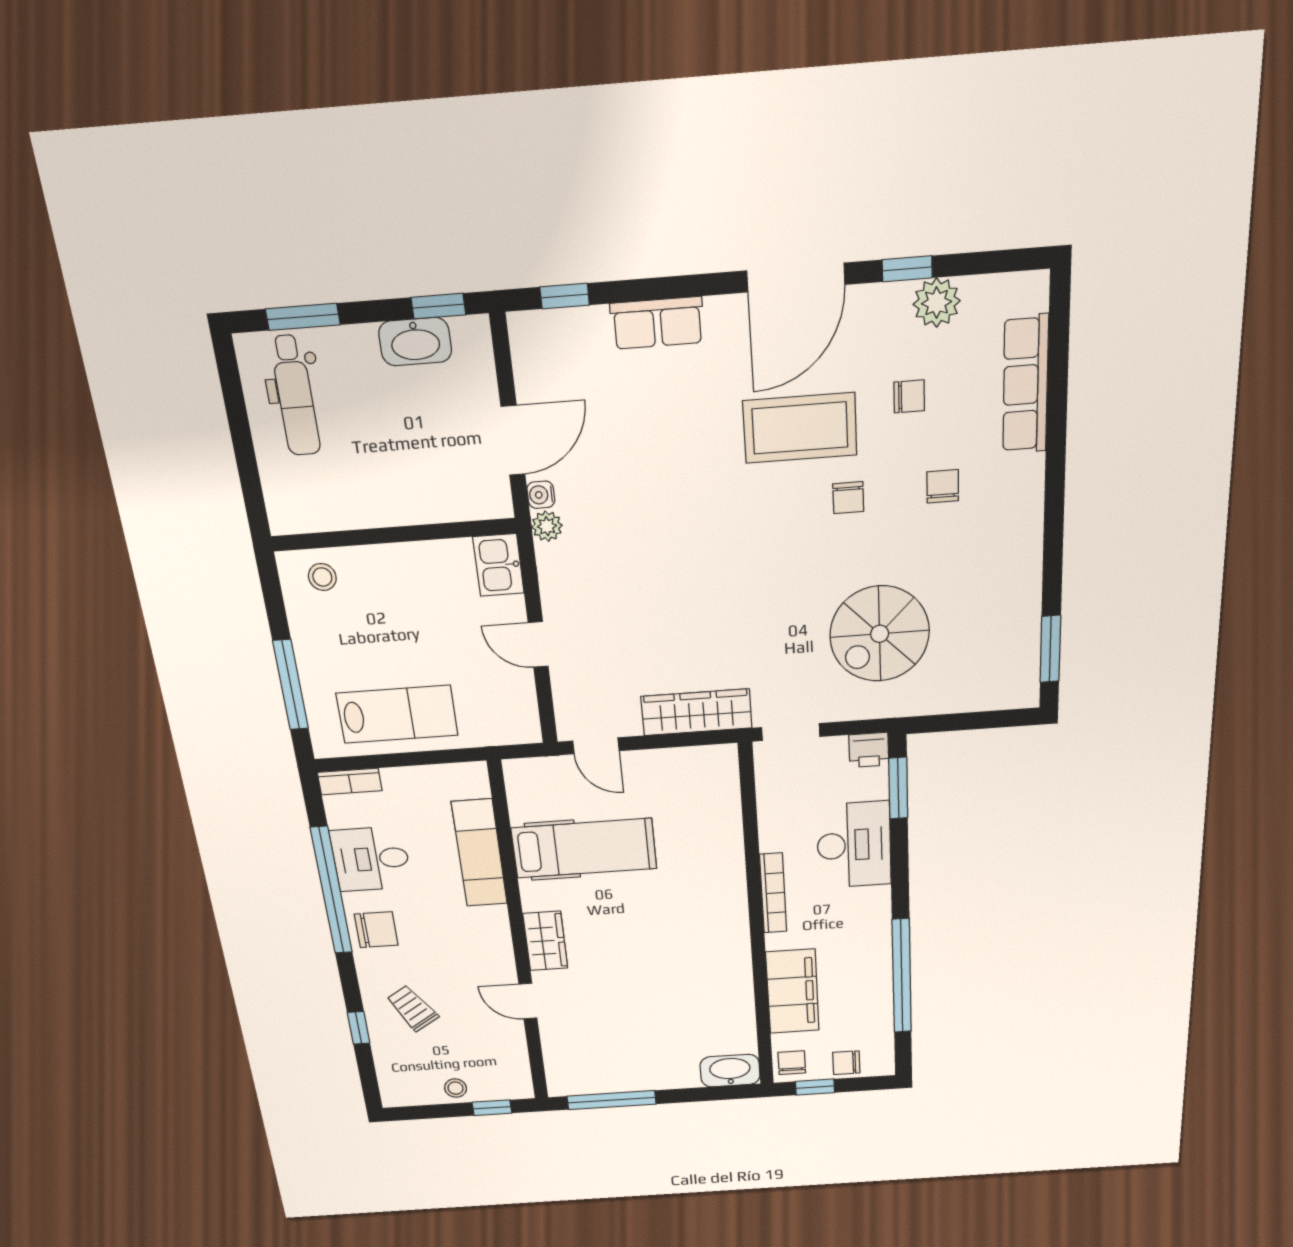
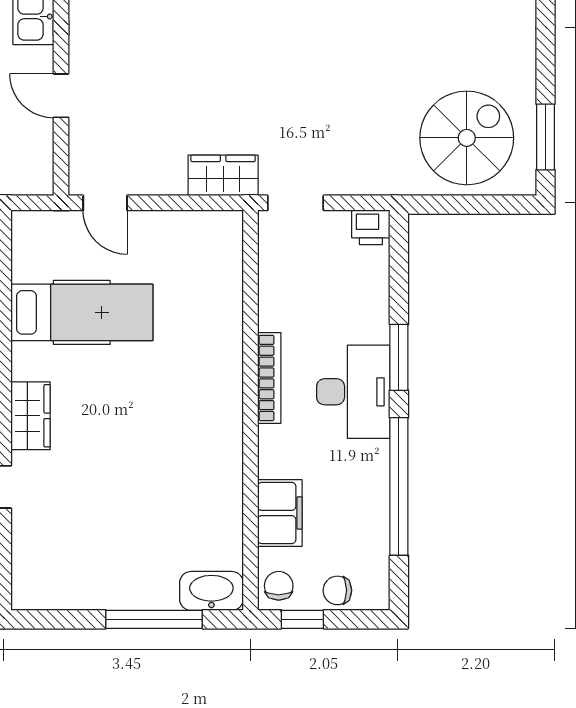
spiral stairs: (880, 634) -> (467, 138), moved, turned 180
wardrobe: (696, 712) -> (223, 175), width x0.67
window: (898, 788) -> (399, 357), moved
desk: (854, 845) -> (353, 392), moved
filing cabinet: (792, 991) -> (280, 513), width x0.67, depth x0.86
window: (612, 1100) -> (154, 619), moved

